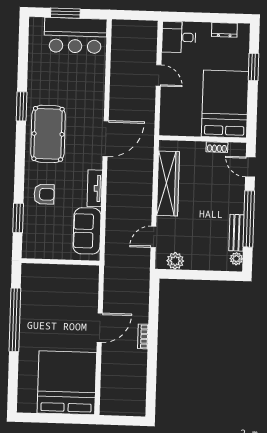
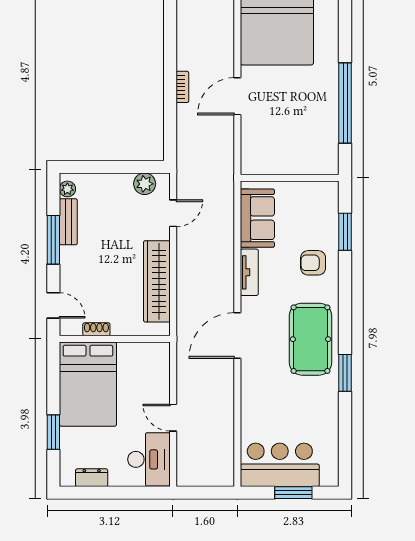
desk: (179, 37) -> (149, 459), width x1.37
window: (249, 219) -> (53, 240), width x0.68

